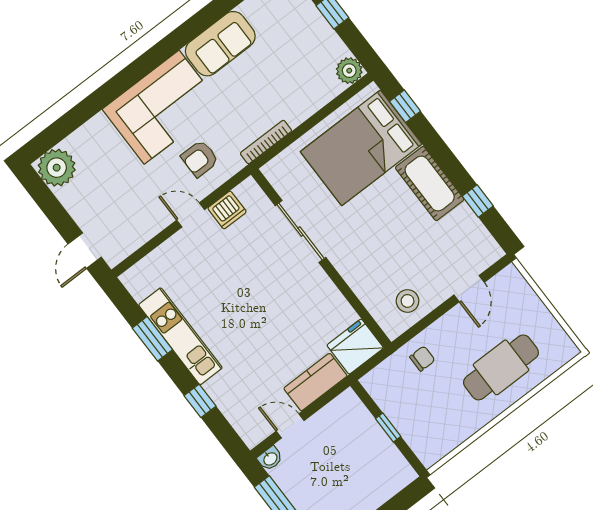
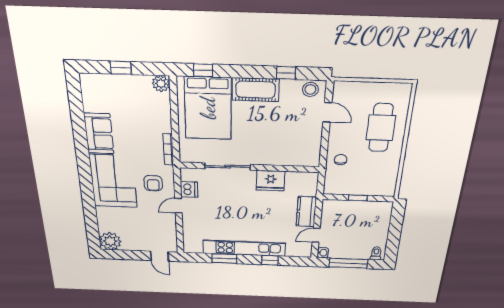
stool: (408, 301) -> (310, 89), moved
kitchen unit: (180, 336) -> (244, 248), width x1.36
fridge: (355, 347) -> (271, 181), moved, turned -90

